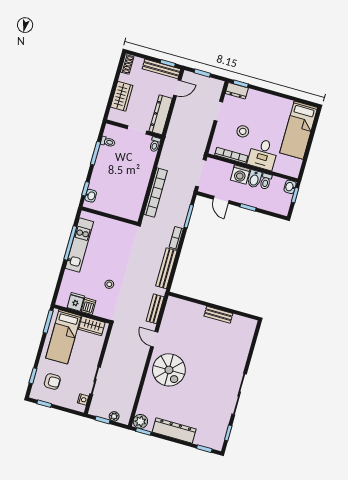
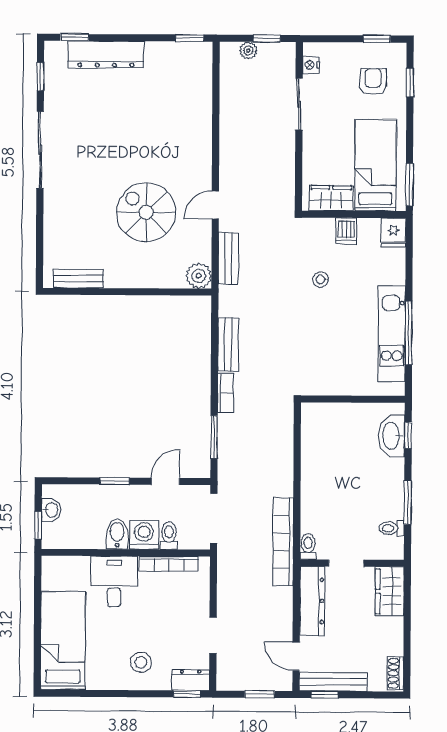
door: (177, 88) -> (296, 656), hinge flipped
wardrobe: (122, 96) -> (390, 591), moved
stool: (243, 131) -> (141, 662), moved
toilet: (266, 181) -> (169, 536), moved
washbasin: (290, 187) -> (51, 510), moved
bookcase: (156, 193) -> (283, 542), moved
washbasin: (91, 196) -> (392, 436), width x1.91, depth x1.45
door: (221, 200) -> (165, 481), hinge flipped
bench: (166, 268) -> (228, 345), width x0.73
fridge: (76, 302) -> (393, 233), moved
bench: (218, 315) -> (78, 279), moved
door: (154, 339) -> (215, 205), swing flipped
spiral stairs: (169, 370) -> (146, 212), moved
armchair: (52, 382) -> (373, 82), turned 90
plant: (140, 421) -> (199, 276), moved
dresser: (174, 431) -> (106, 54), moved

